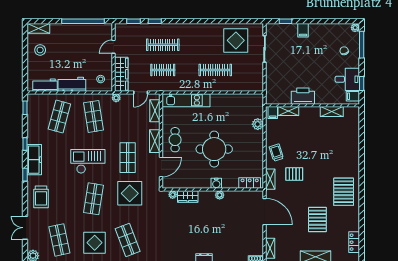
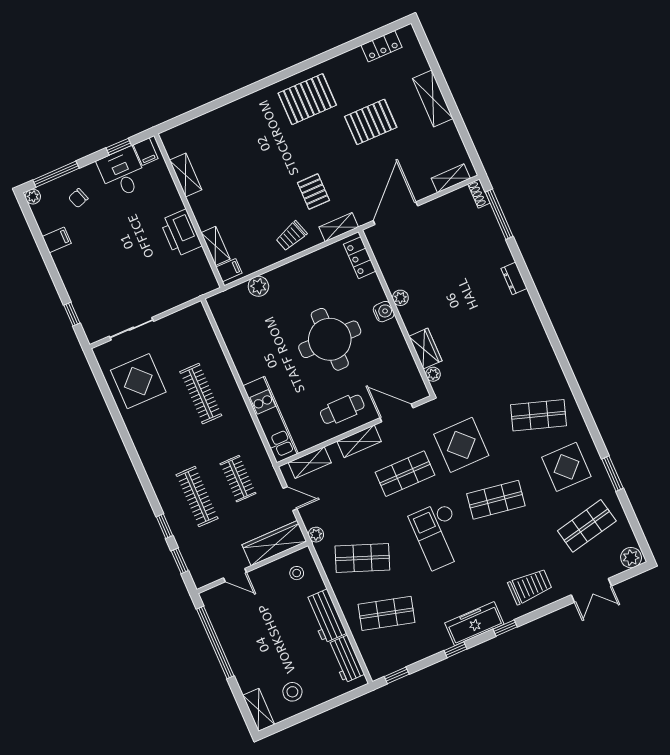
filing cabinet: (303, 30) -> (57, 240), moved
shop shelf: (94, 116) -> (362, 558), turned 30
shop shelf: (128, 240) -> (538, 415), turned 39

